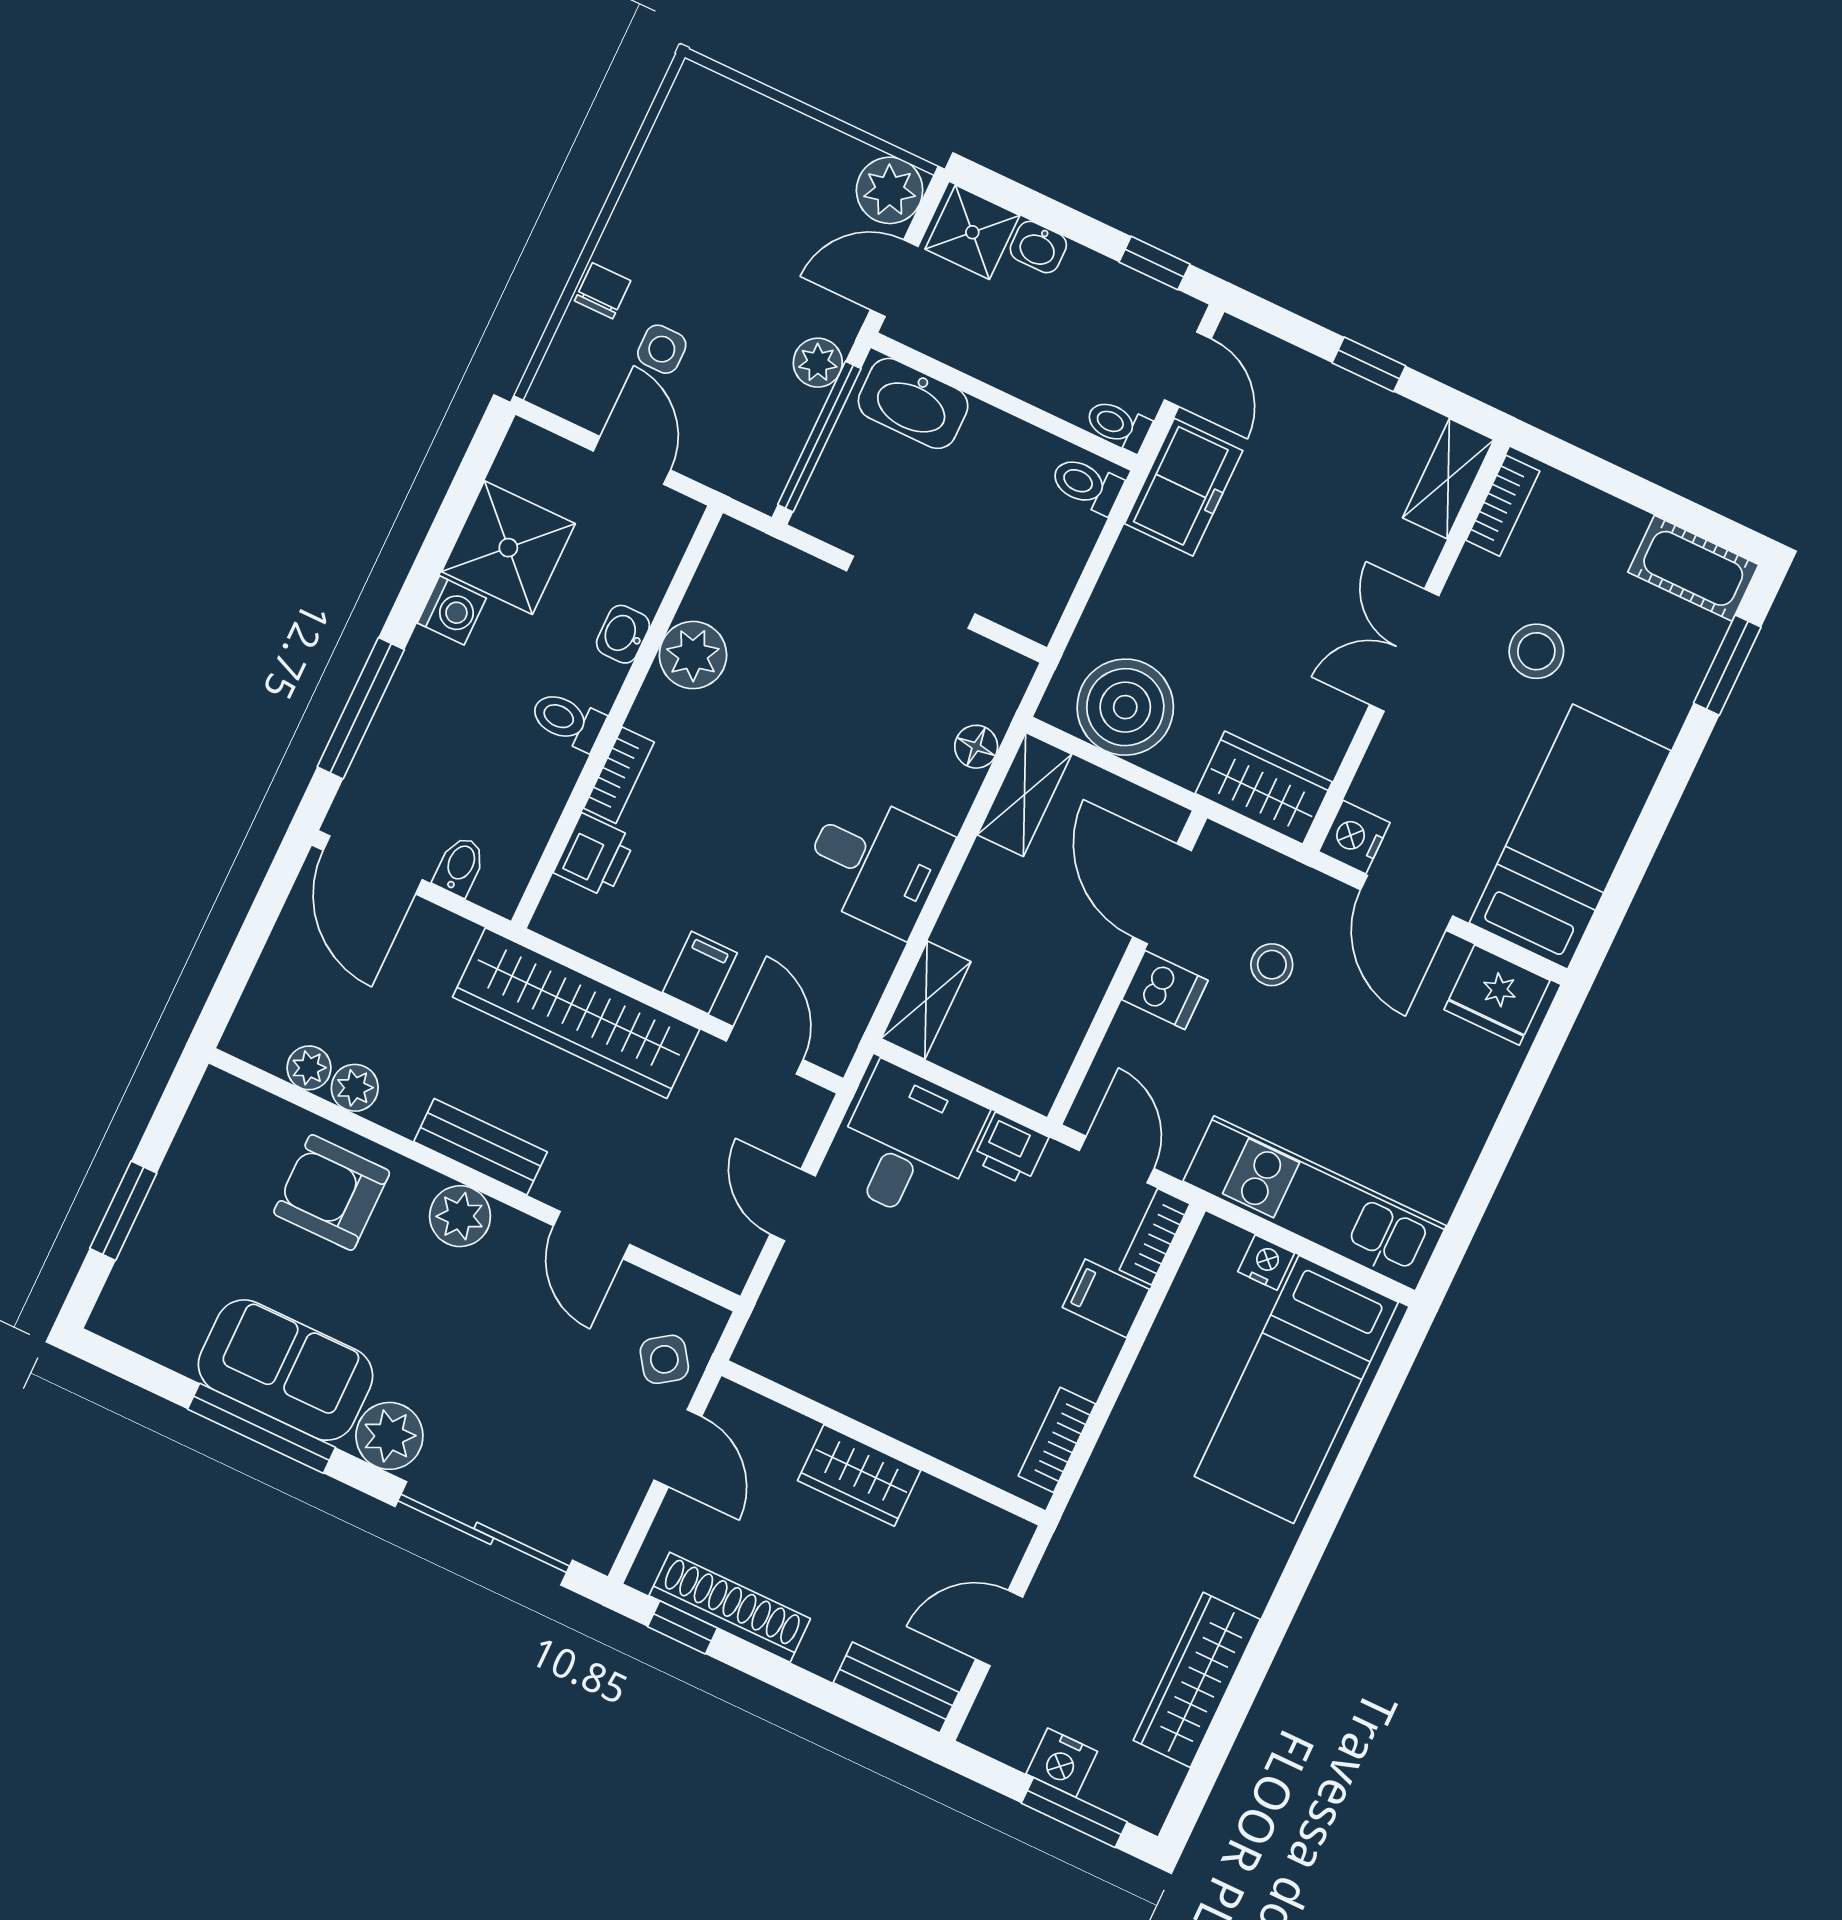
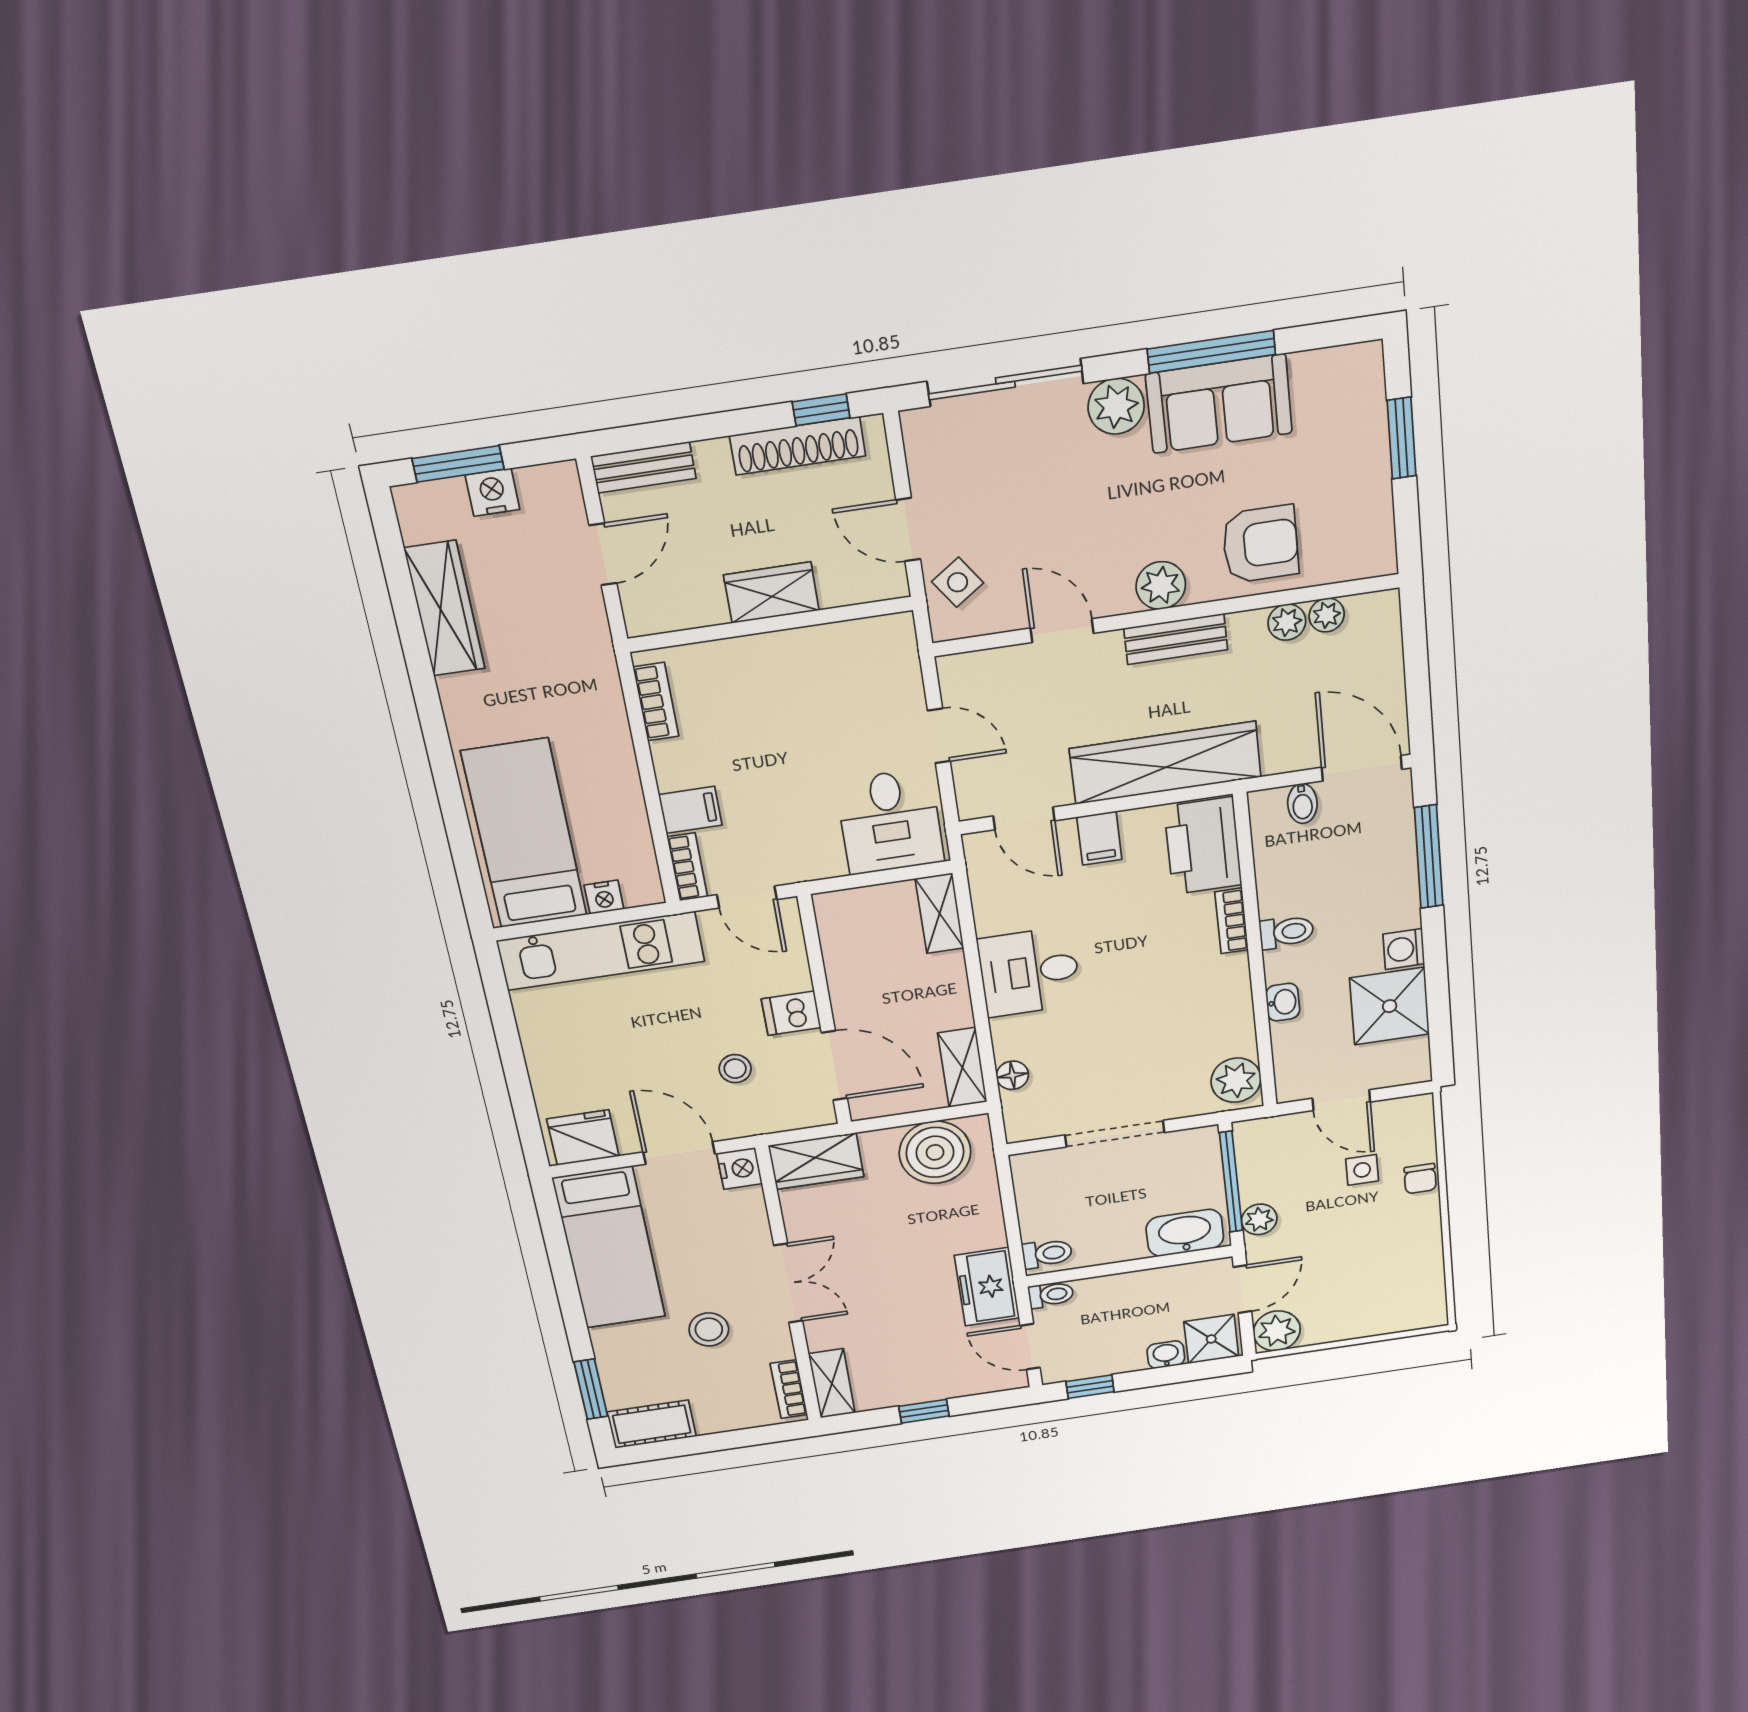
plant: (693, 655) -> (1236, 1080), moved
printer: (595, 855) -> (1203, 846), width x1.87, depth x1.48
printer: (1011, 1149) -> (820, 860), removed

